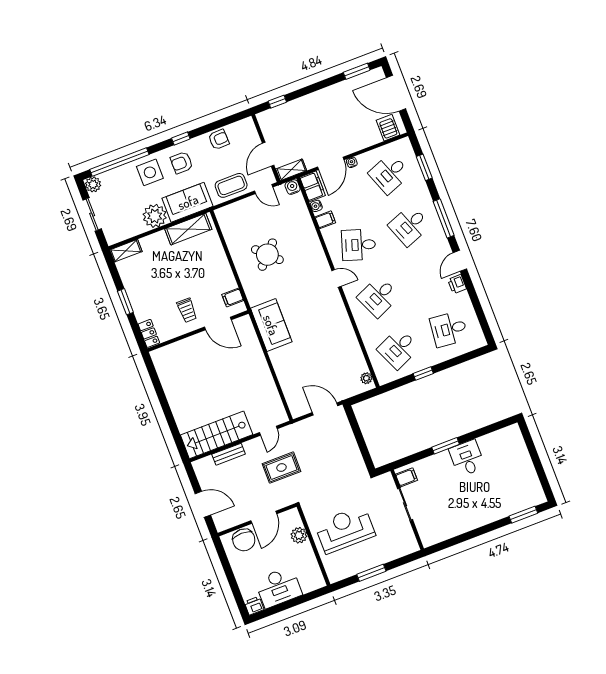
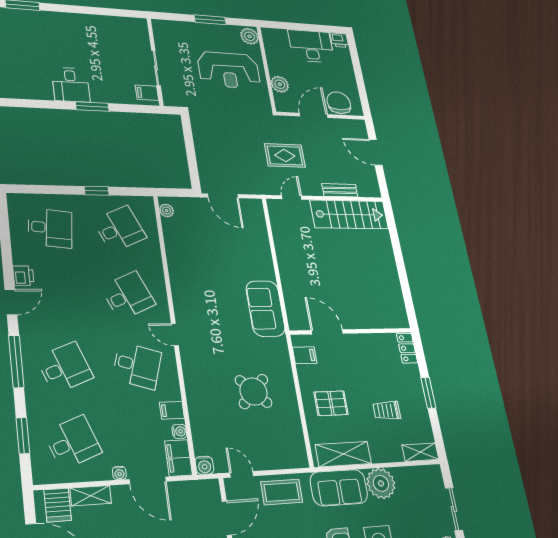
door: (331, 163) -> (148, 480), swing flipped
shelving: (291, 170) -> (91, 496), moved
pallet: (205, 266) -> (331, 403), added
trolley: (187, 310) -> (387, 410), moved, turned -90
plant: (334, 572) -> (249, 36), added

